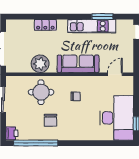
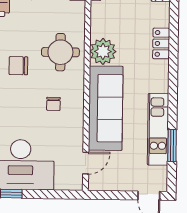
locker: (45, 25) -> (161, 43), moved
sofa: (78, 64) -> (106, 108), width x1.36, depth x1.27
door: (115, 74) -> (86, 163), hinge flipped

